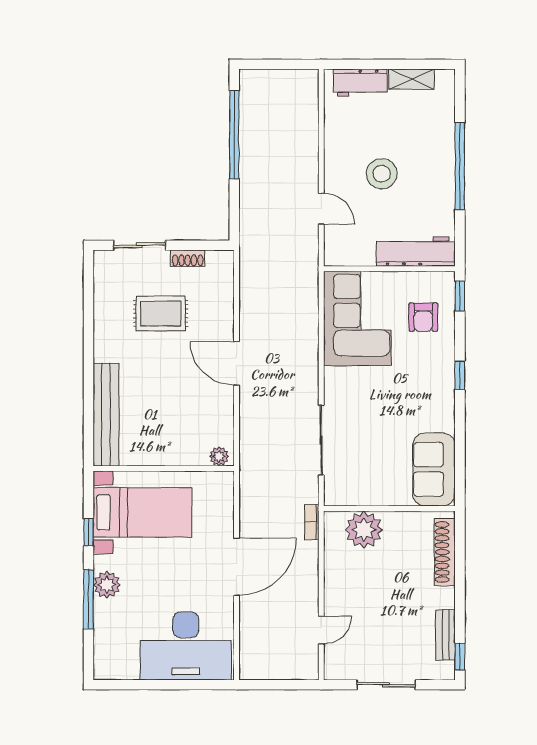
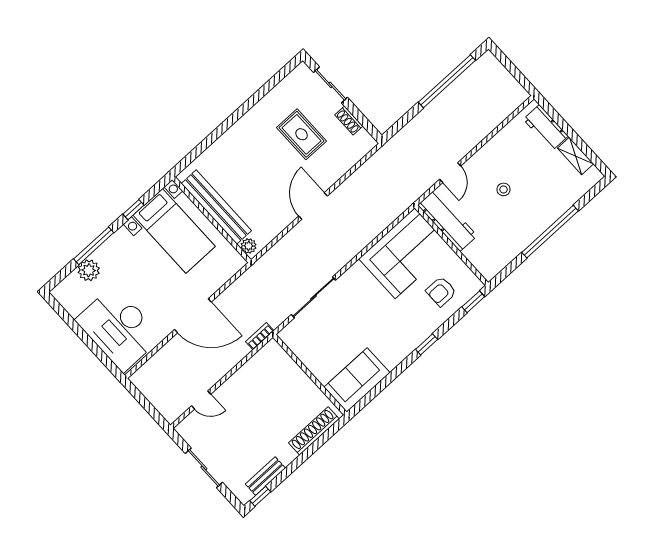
stool: (382, 174) -> (503, 189), width x0.53, depth x0.53
workbench: (416, 252) -> (447, 220), moved
bench: (106, 415) -> (216, 207), moved, turned 90
plant: (364, 530) -> (284, 371), removed
plant: (107, 585) -> (89, 270), moved

